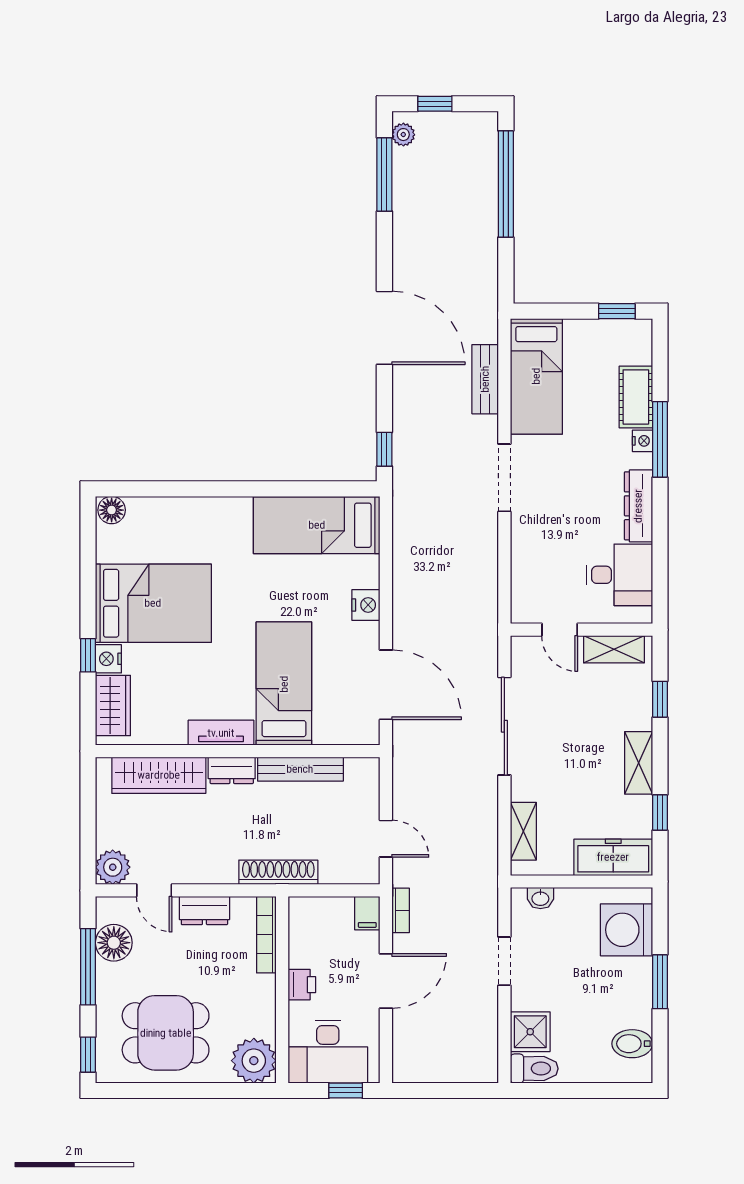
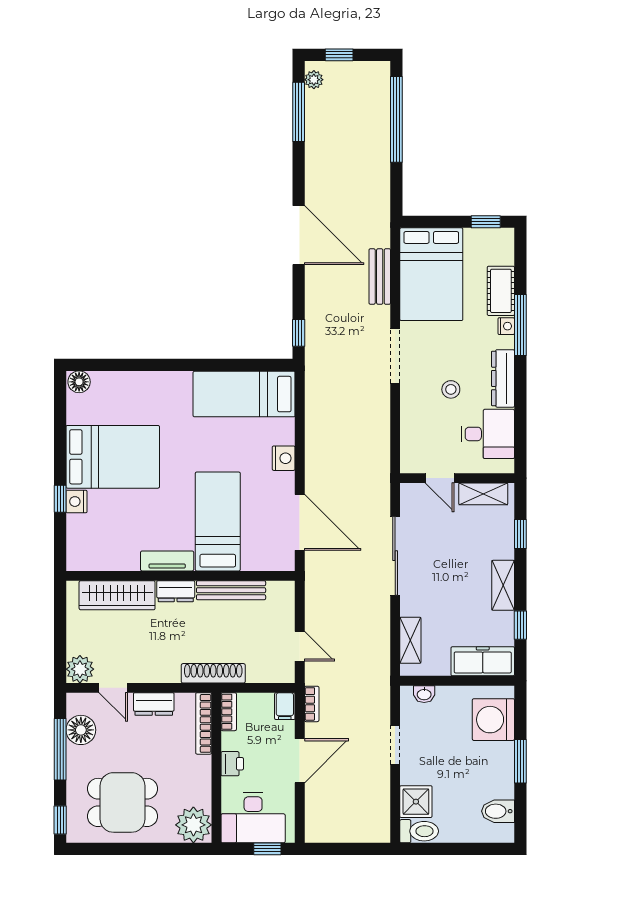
bed: (536, 376) -> (431, 274), width x1.50
stool: (574, 520) -> (451, 389), added
wardrobe: (113, 705) -> (80, 539), removed
bookcase: (298, 920) -> (229, 712), added

